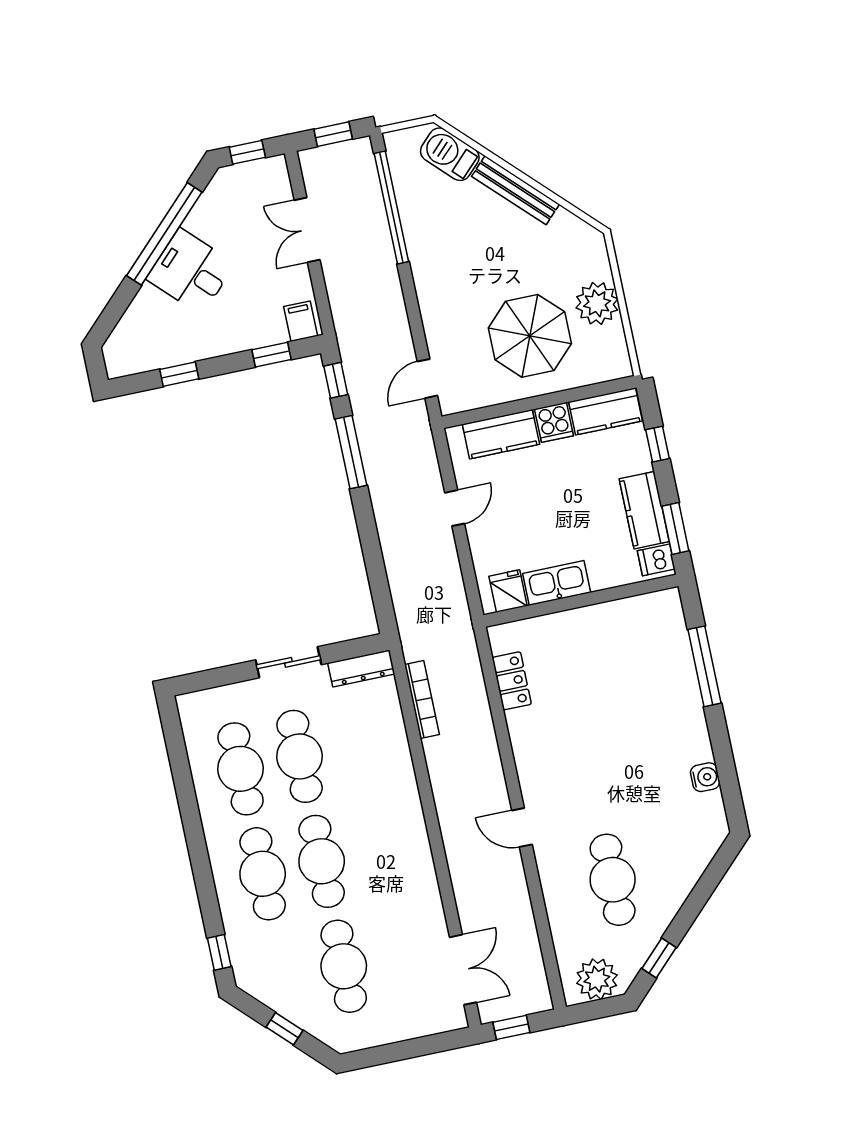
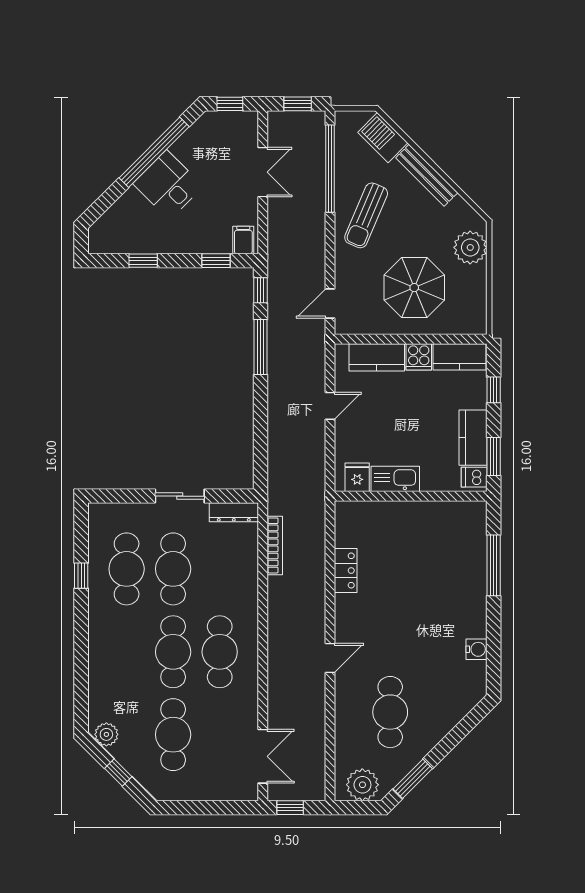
double door: (307, 230) -> (263, 172), swing flipped
sun lounger: (450, 257) -> (366, 215), added
plant: (597, 303) -> (470, 247), moved
locker: (512, 681) -> (346, 571), moved
door: (522, 827) -> (330, 658), swing flipped
cafe table: (263, 874) -> (220, 652), moved
window: (219, 952) -> (81, 576), moved
window: (659, 958) -> (413, 779), width x1.50
plant: (259, 984) -> (106, 734), added

